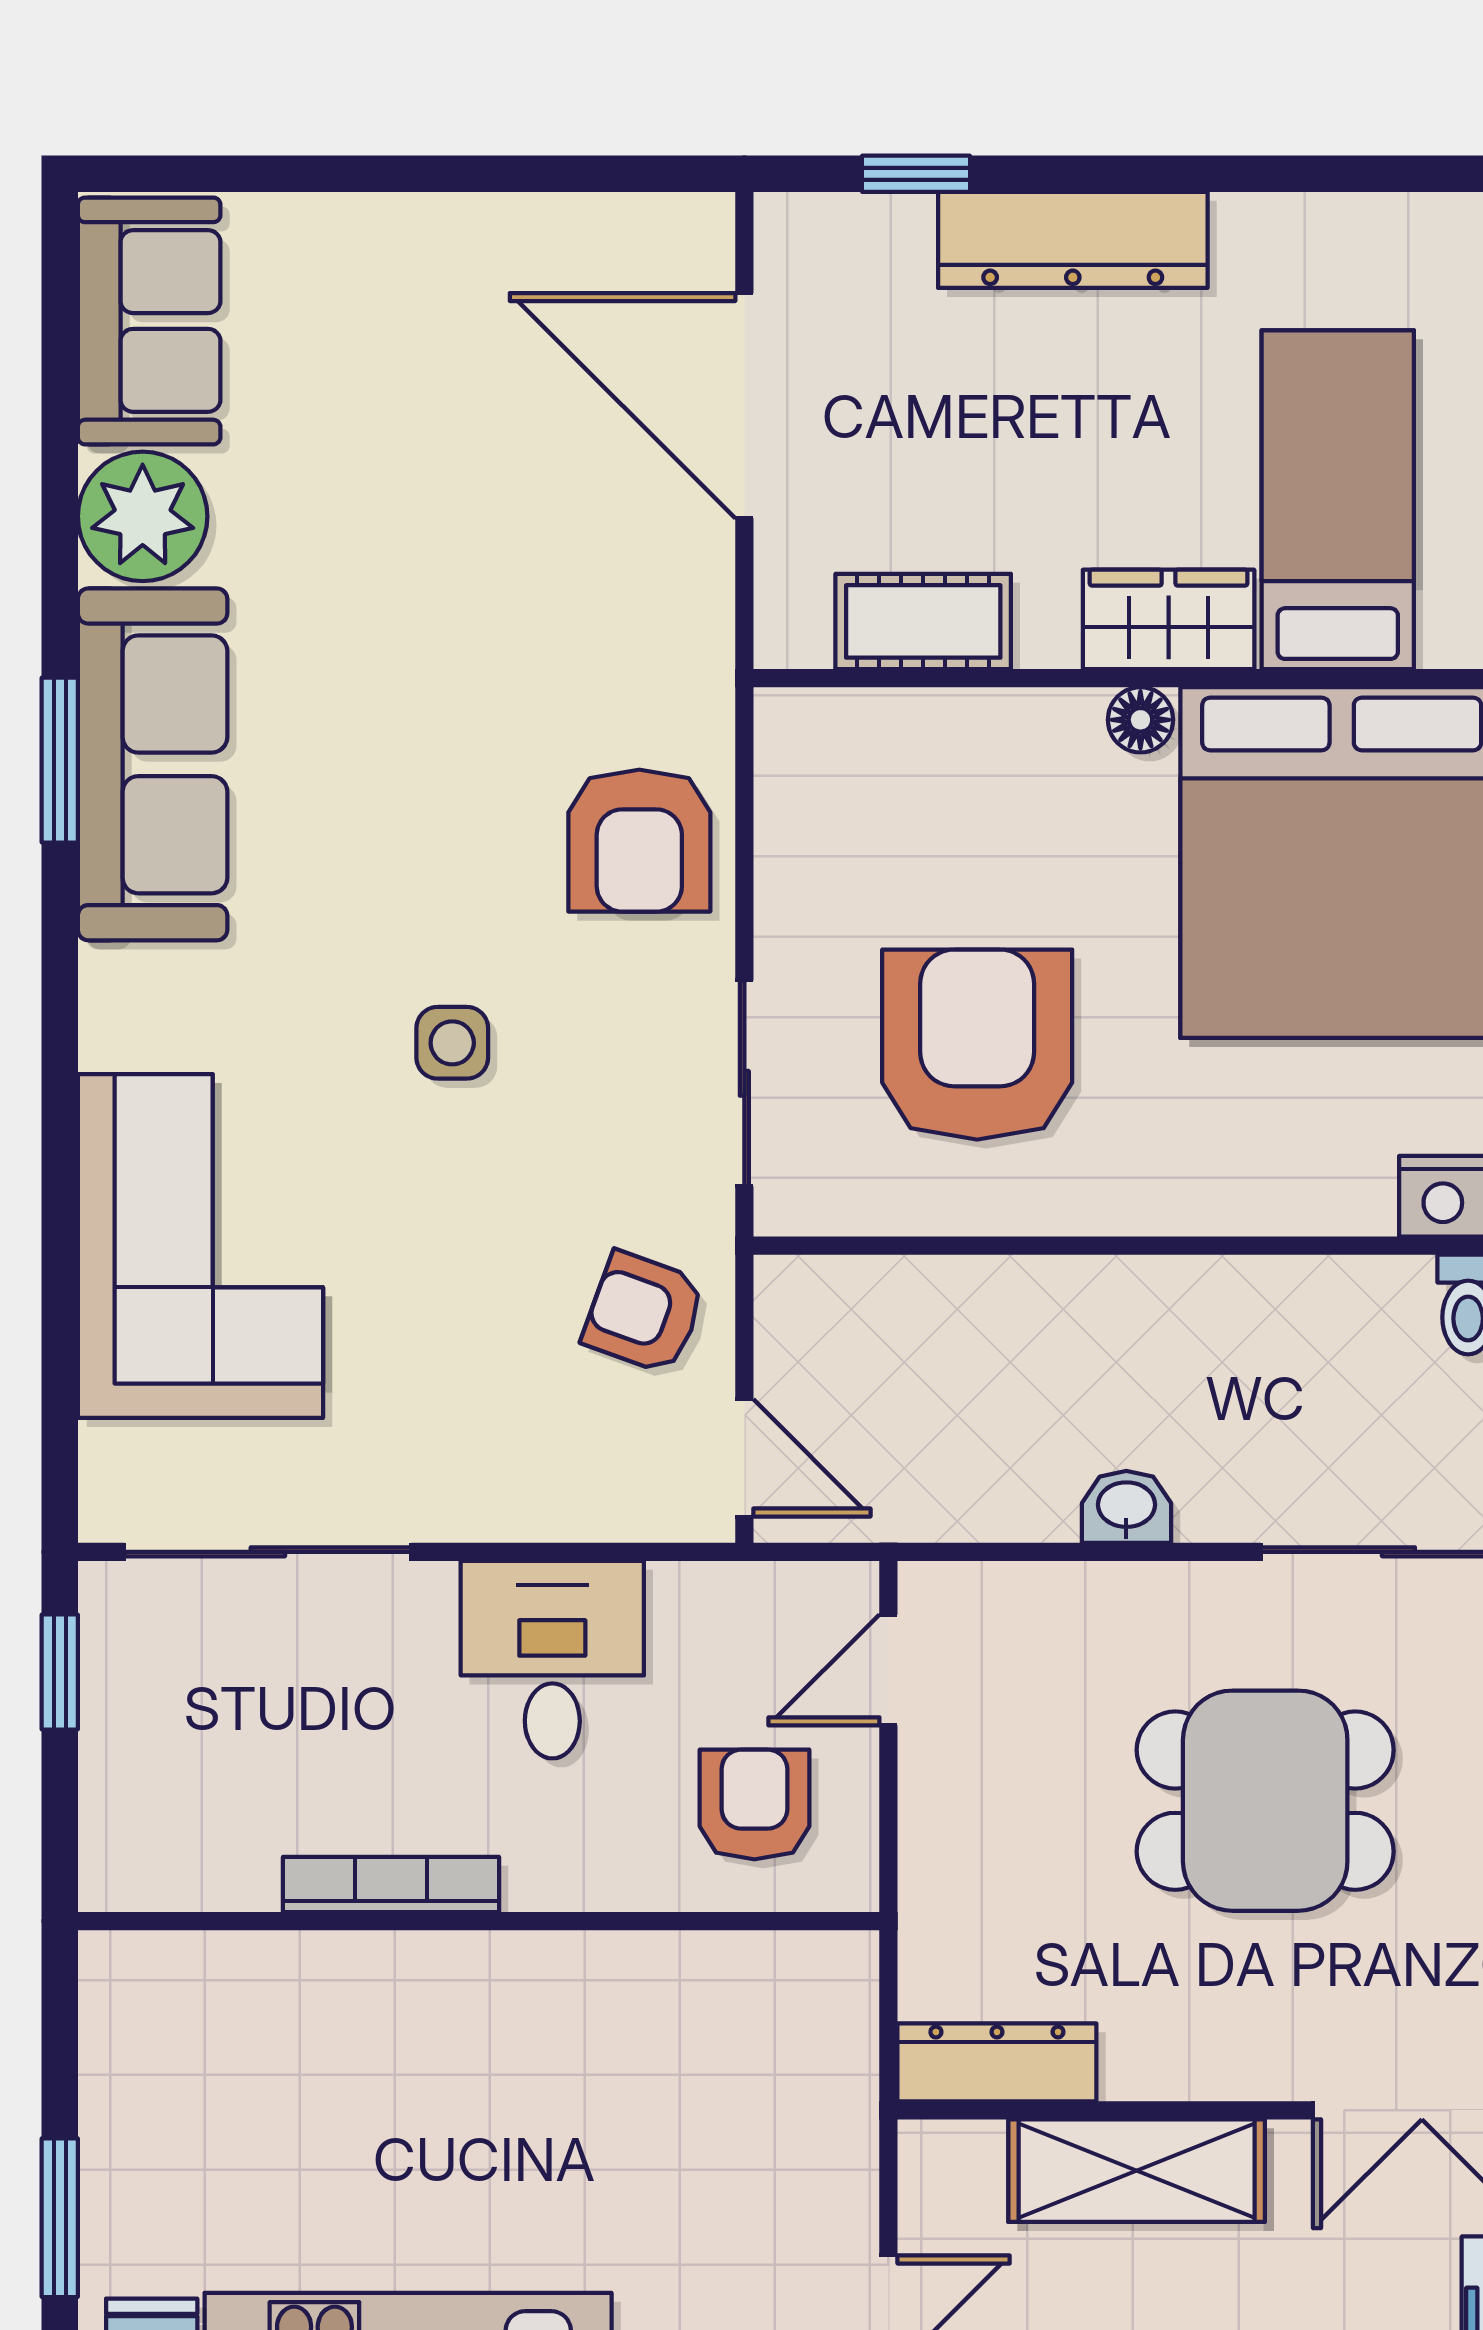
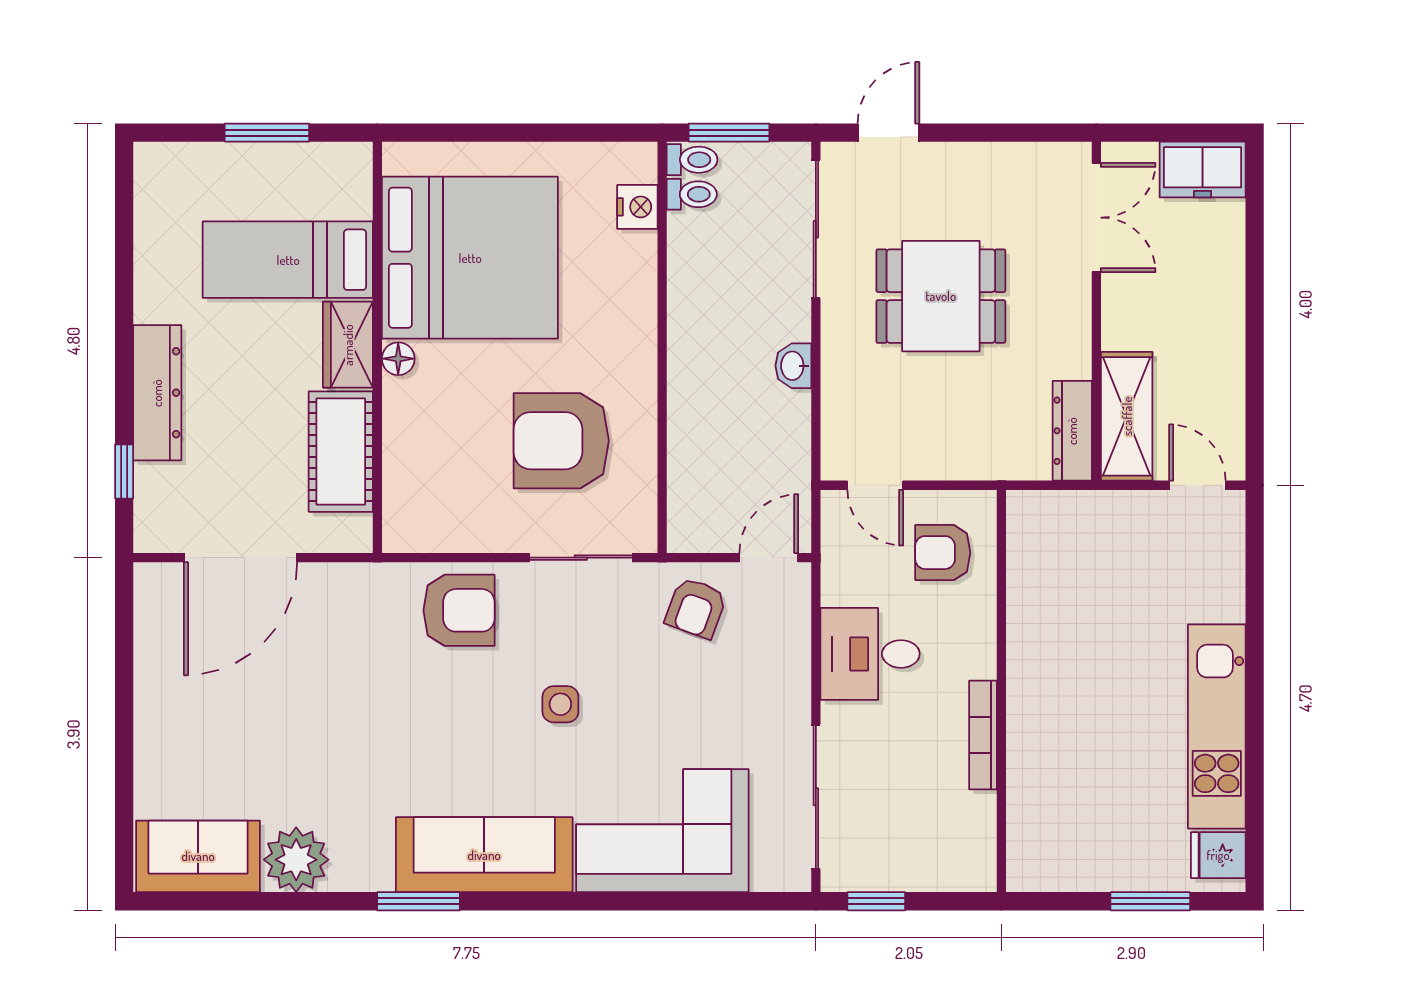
cot: (923, 621) -> (341, 452), width x1.37, depth x1.34
sofa: (153, 764) -> (484, 855), moved
dining table: (1265, 1801) -> (941, 296), turned 90
shelving: (1137, 2171) -> (1127, 416), moved

